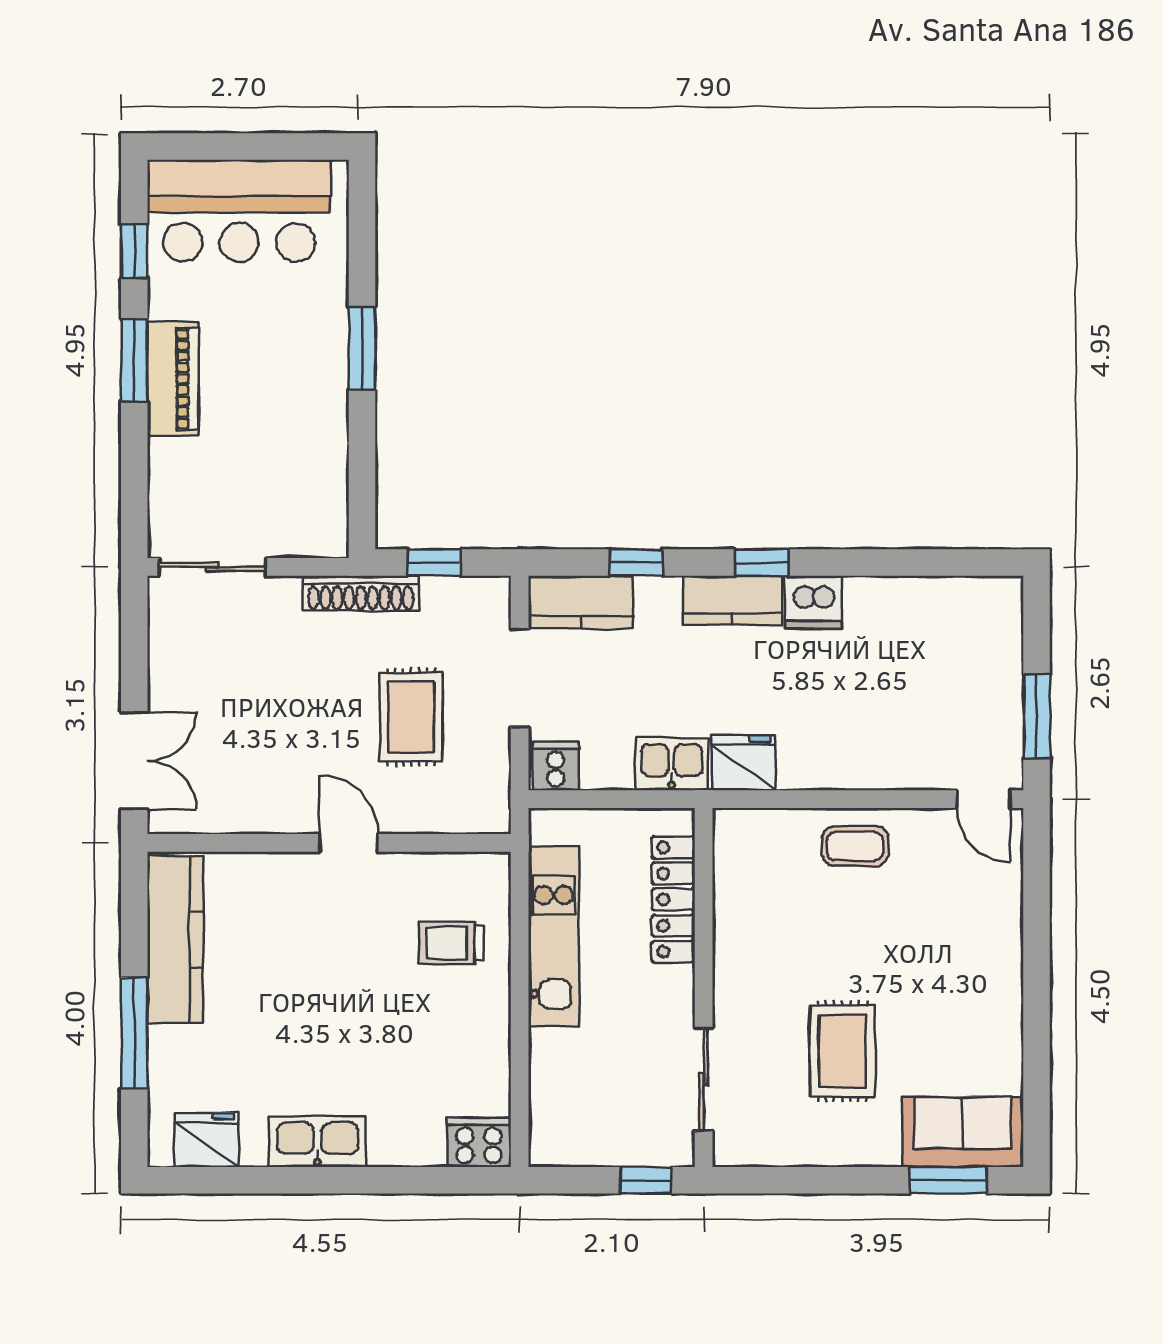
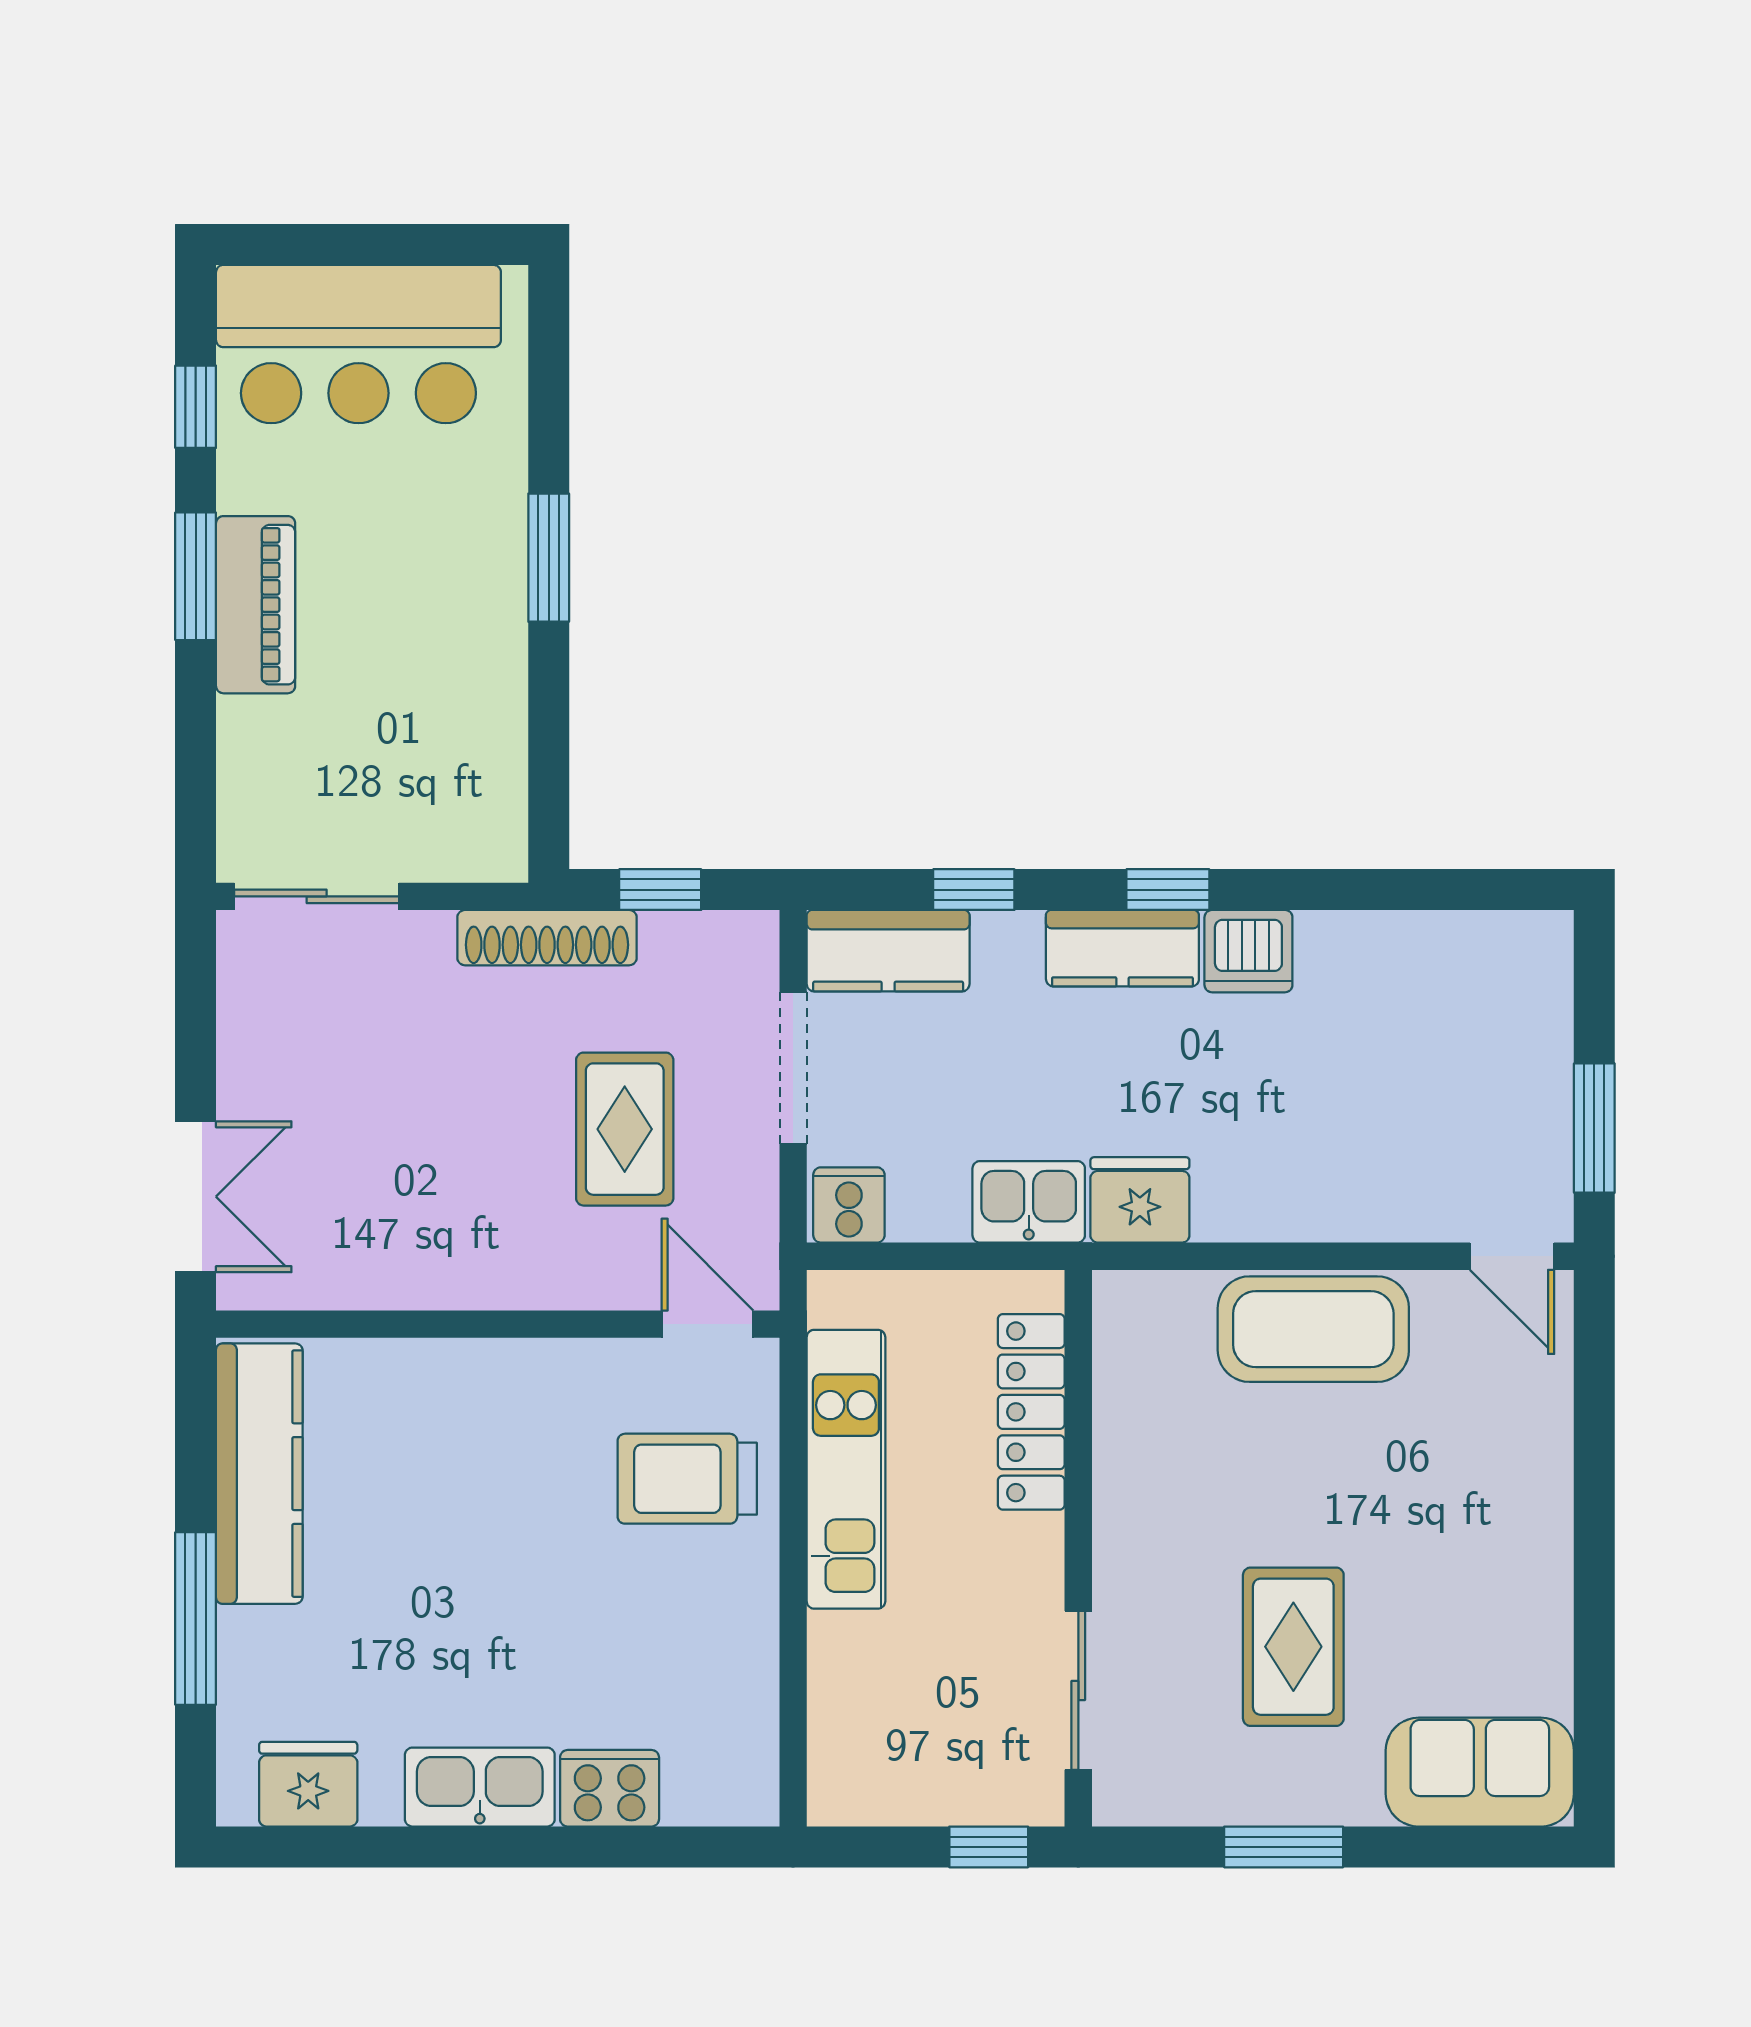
door: (349, 843) -> (708, 1324), moved
coffee table: (855, 846) -> (1313, 1329), width x1.86, depth x1.72
trolley: (451, 943) -> (687, 1479), width x1.36, depth x1.39
cooker: (479, 1142) -> (610, 1788), moved
window: (949, 1180) -> (1284, 1847), moved

